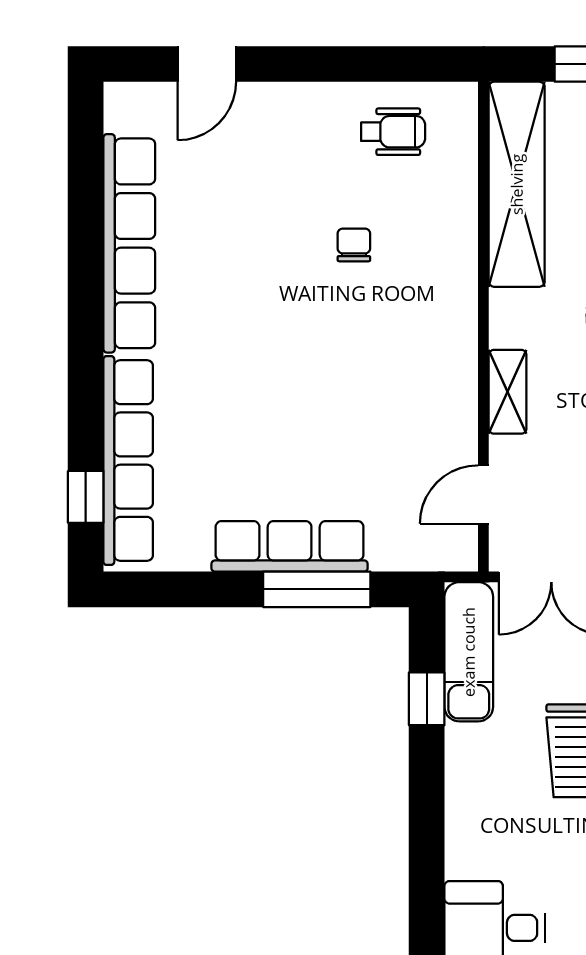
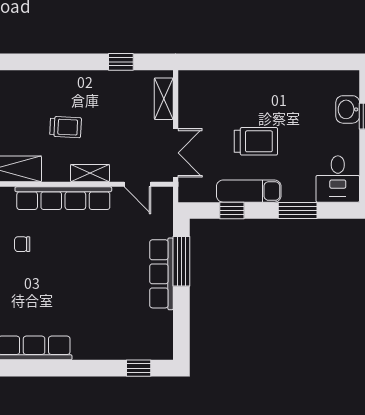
row of seats: (128, 461) -> (63, 198), moved, turned 180
exam couch: (469, 652) -> (249, 191), moved
window: (427, 841) -> (298, 210), added

